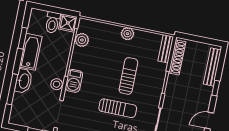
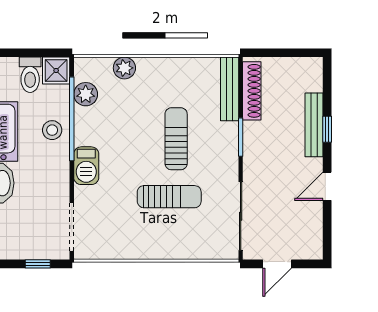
plant: (127, 34) -> (124, 68), moved
bench: (166, 49) -> (230, 89), width x1.36
bench: (212, 67) -> (314, 125), moved
stool: (57, 84) -> (52, 130), moved

